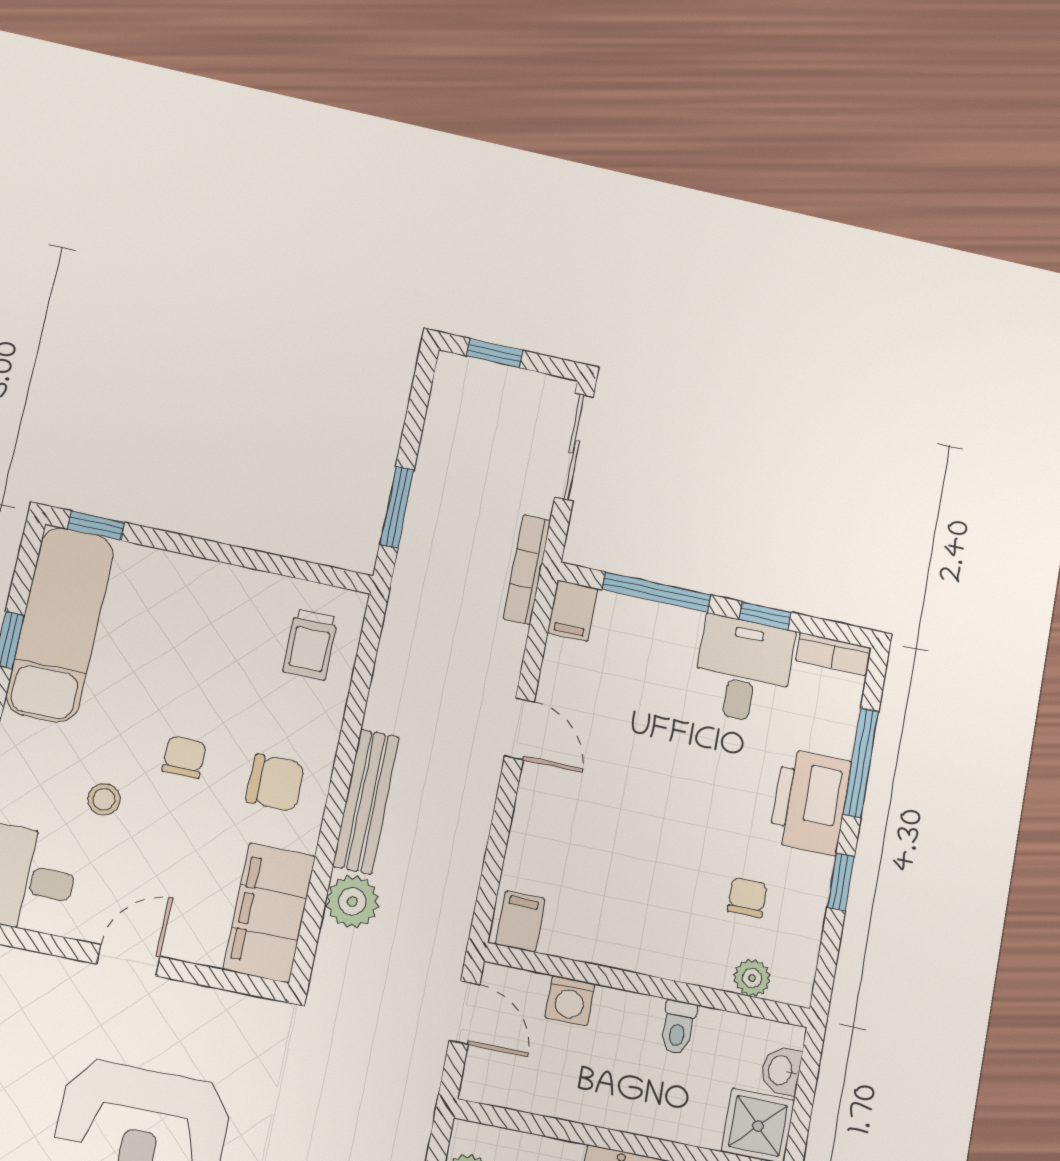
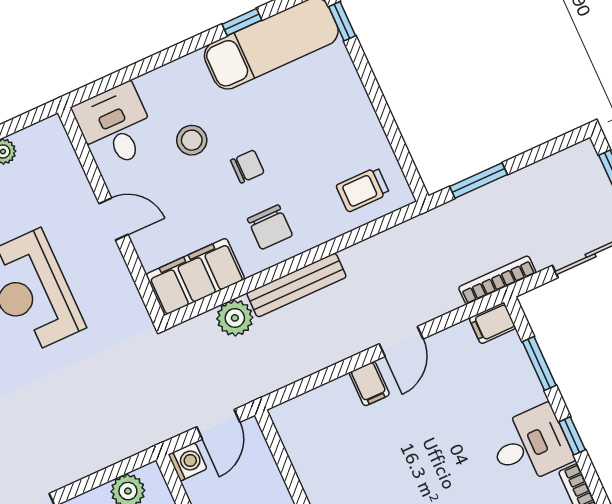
window: (657, 592) -> (539, 364), width x0.69
stool: (104, 799) -> (192, 140), width x1.37, depth x1.37
filing cabinet: (520, 922) -> (369, 384), moved, turned 90
washing machine: (570, 1001) -> (187, 462), moved, turned 180

